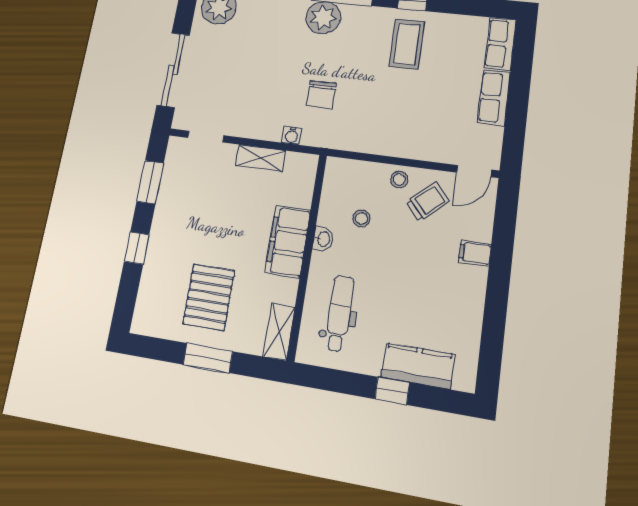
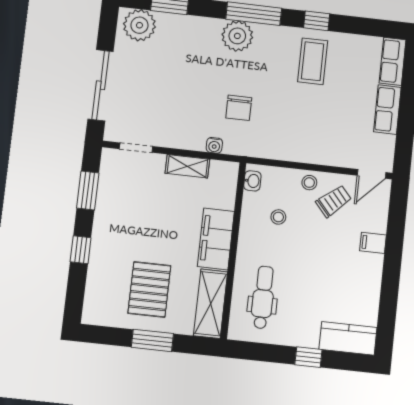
washbasin: (323, 239) -> (252, 181), moved
shelving: (279, 332) -> (211, 304), width x1.50, depth x1.33
kitchen counter: (418, 366) -> (348, 338), moved

